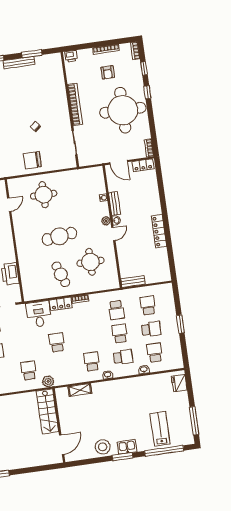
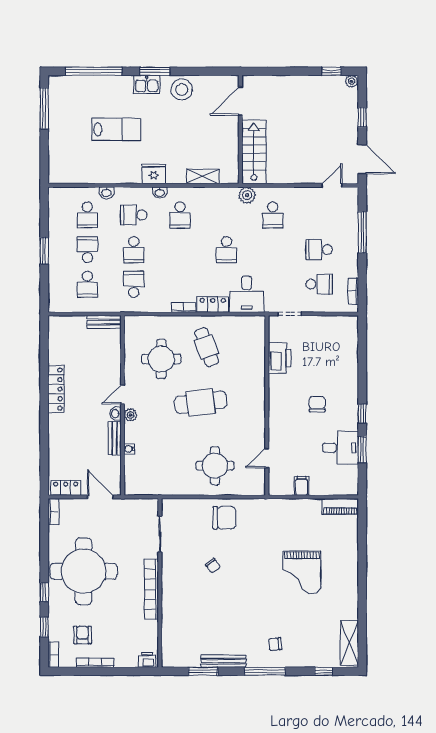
armchair: (108, 72) -> (83, 635), moved
school desk: (151, 329) -> (87, 250), turned 90
fridge: (179, 383) -> (154, 174), moved, turned -90
lab bench: (160, 429) -> (116, 129), moved, turned -90

